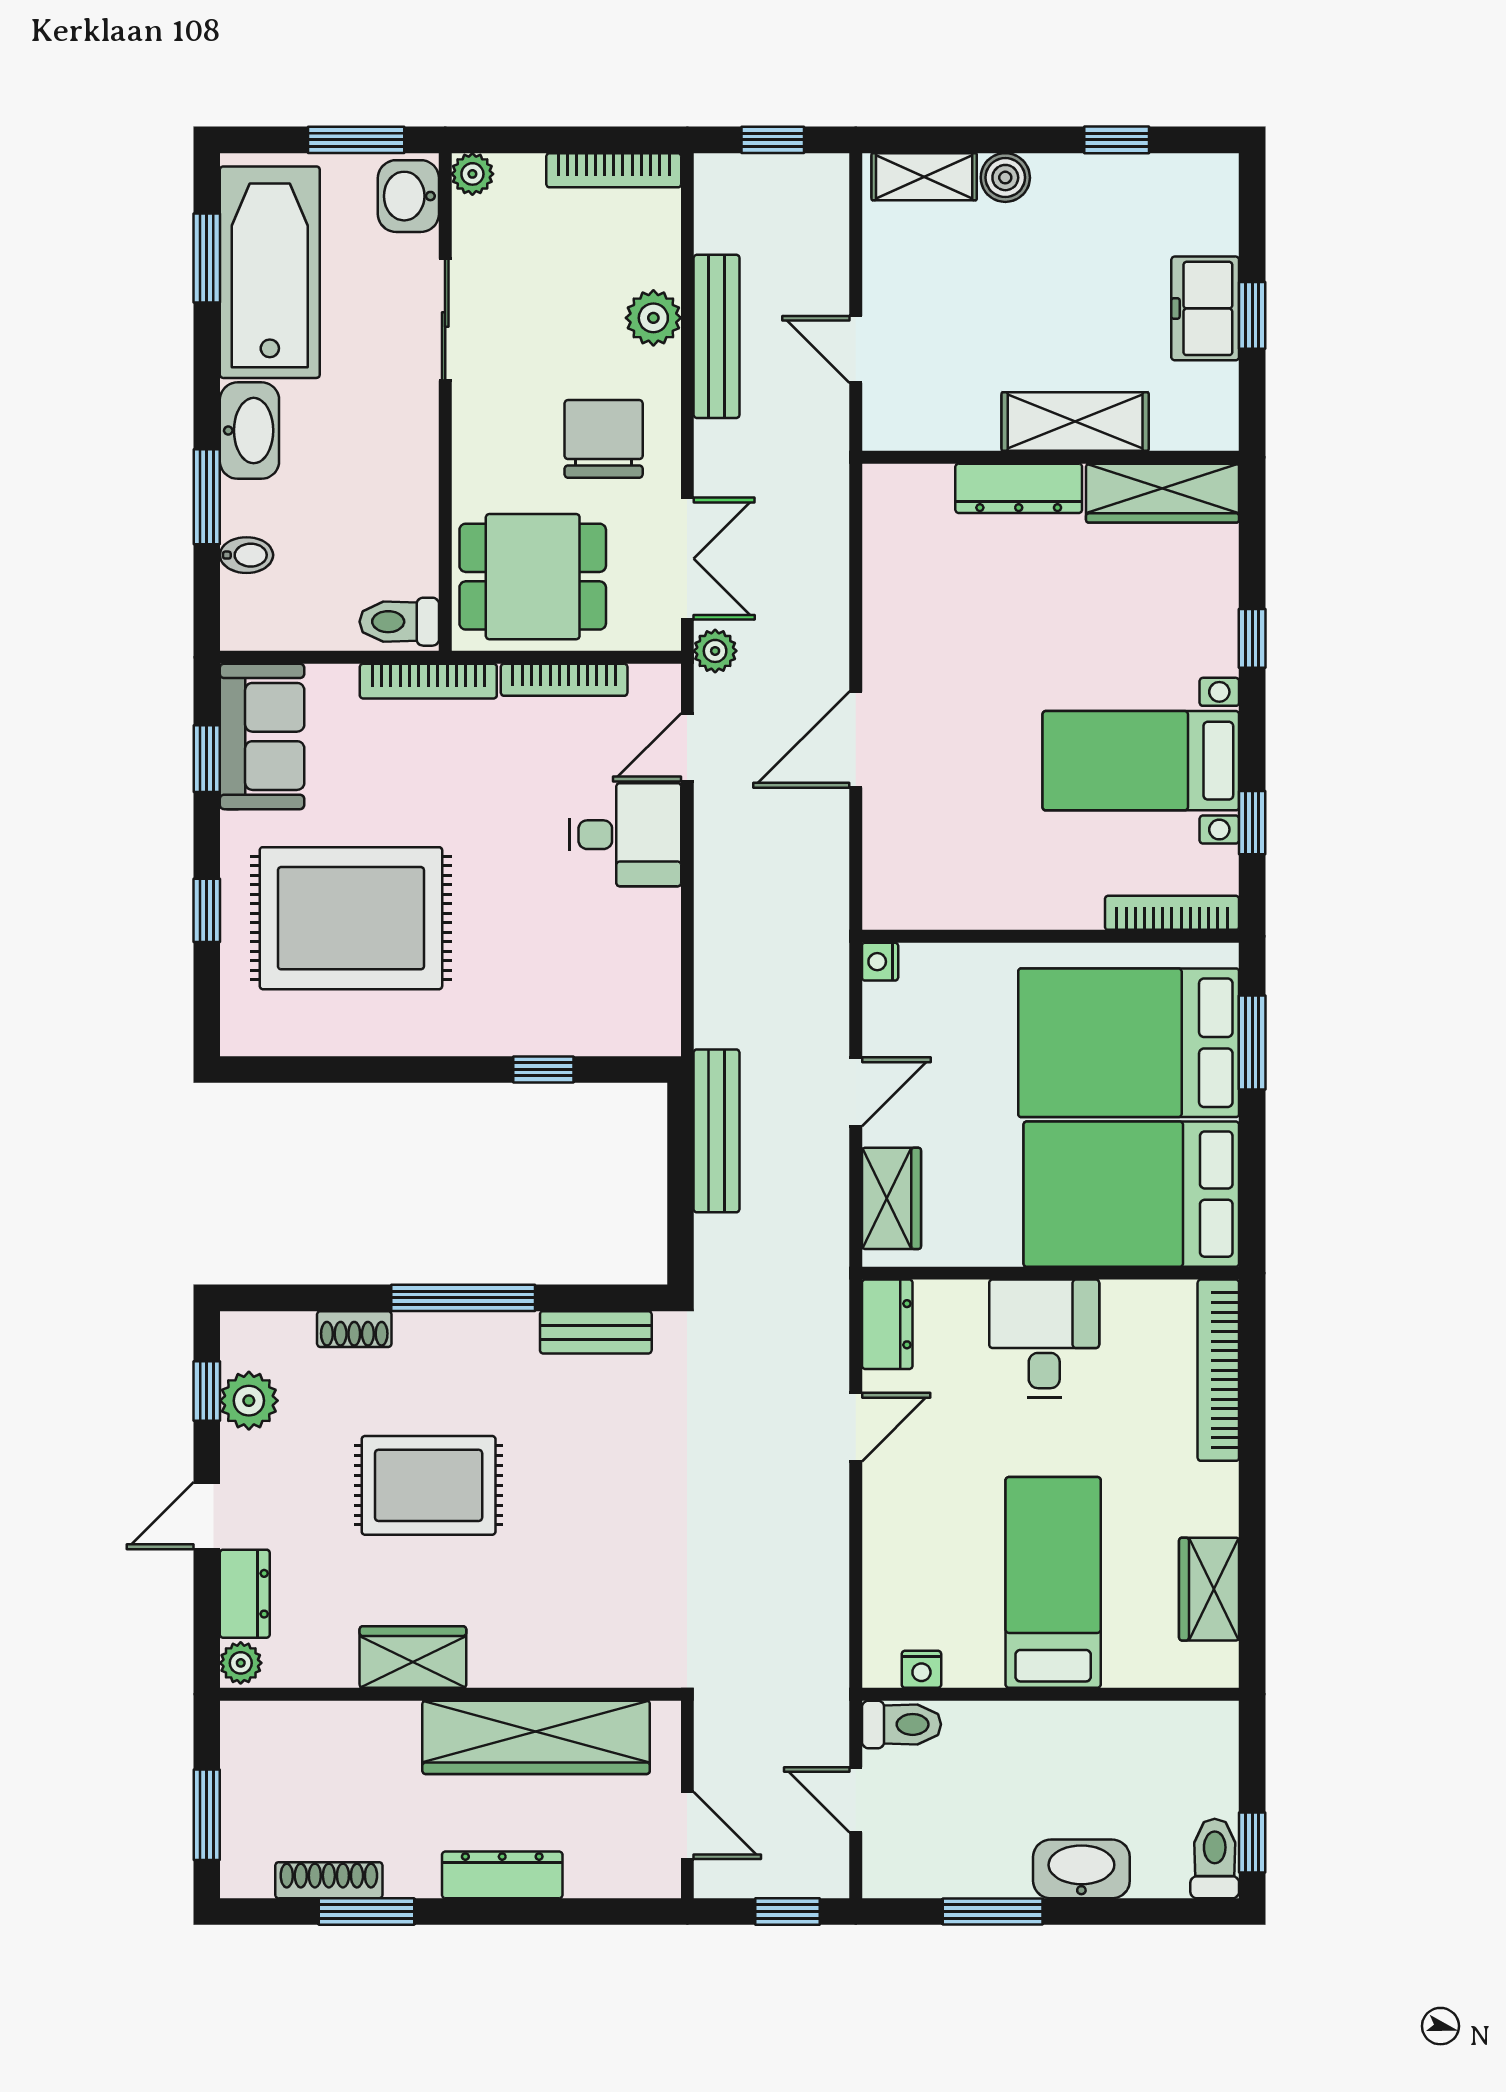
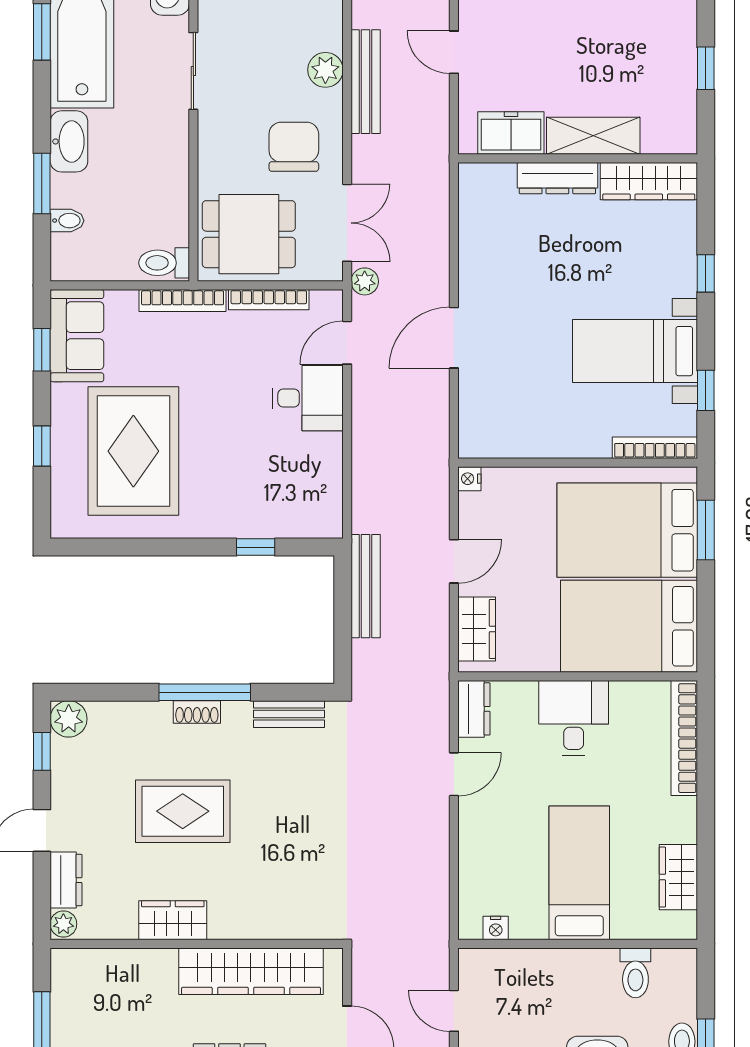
freezer: (1205, 308) -> (511, 133), moved, turned 90
door: (856, 349) -> (454, 52), moved
rug: (351, 918) -> (133, 451), turned 90
shoe rack: (354, 1329) -> (197, 712), moved
plant: (249, 1401) -> (69, 719), moved
toilet: (902, 1724) -> (635, 973), moved, turned 90

